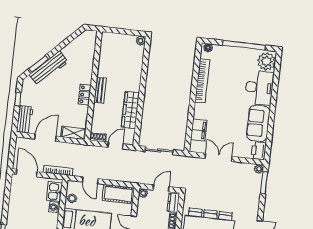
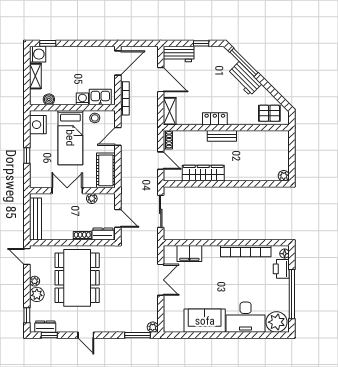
pallet: (85, 47) -> (269, 113), added
window: (39, 64) -> (244, 62), width x1.44
workbench: (49, 68) -> (245, 79), width x0.73
printer: (259, 151) -> (281, 269), moved, turned -90
plant: (143, 193) -> (92, 198), moved

